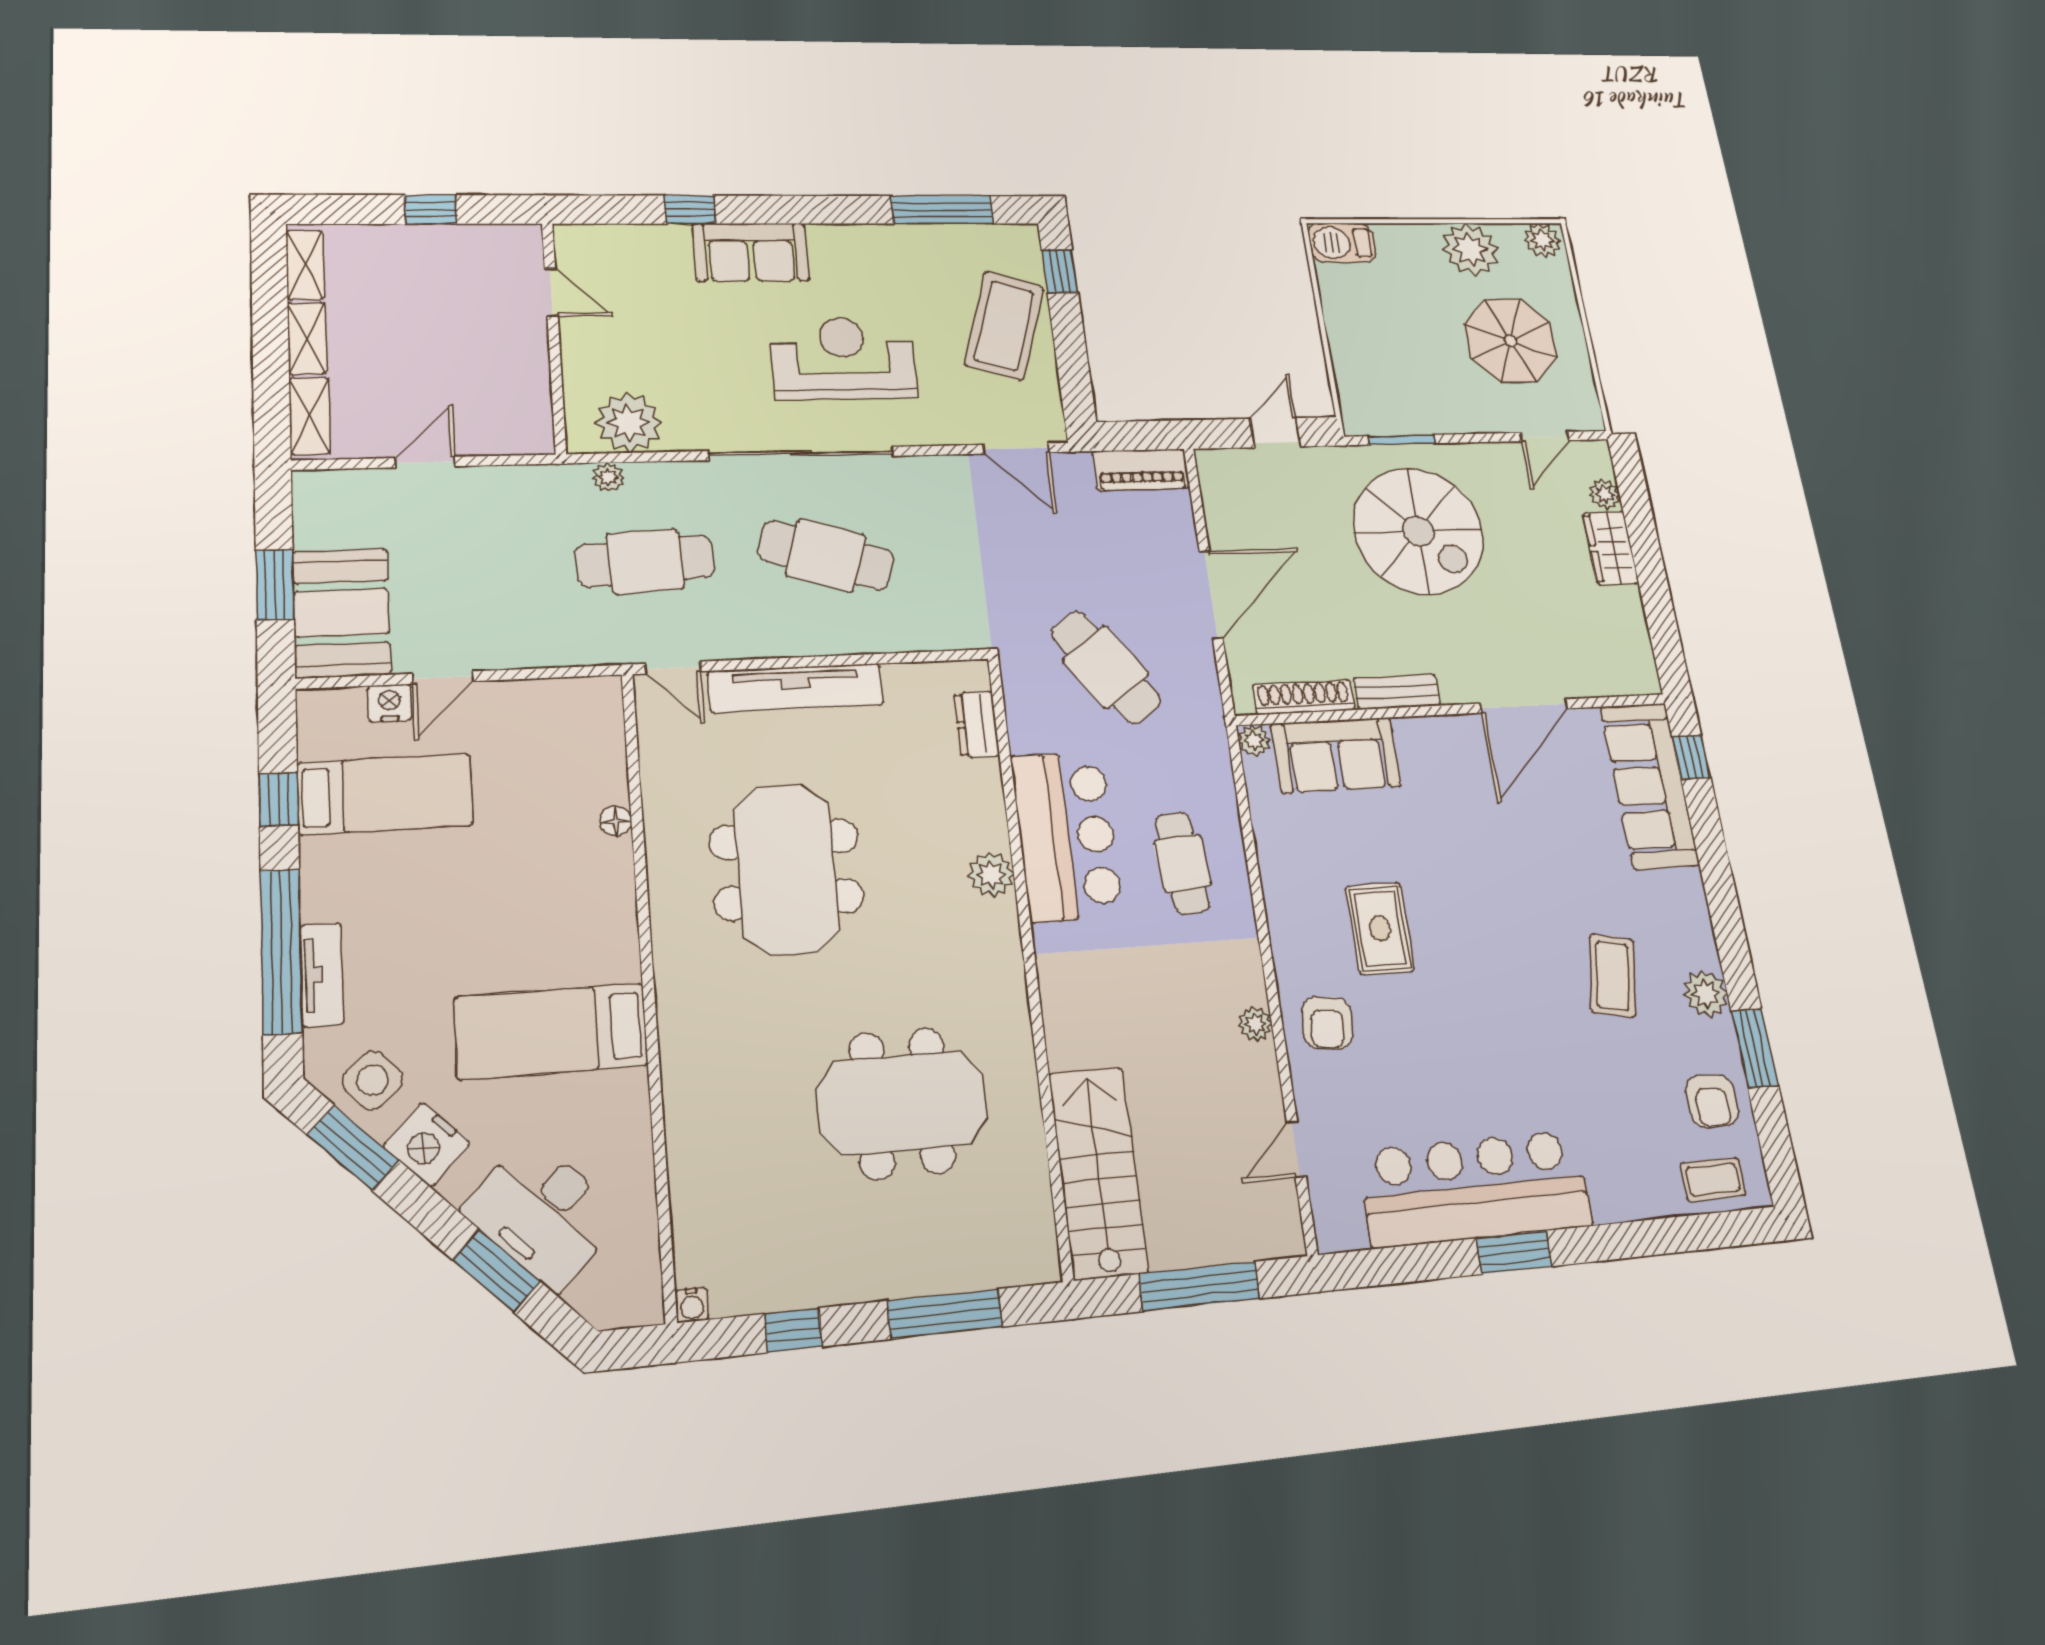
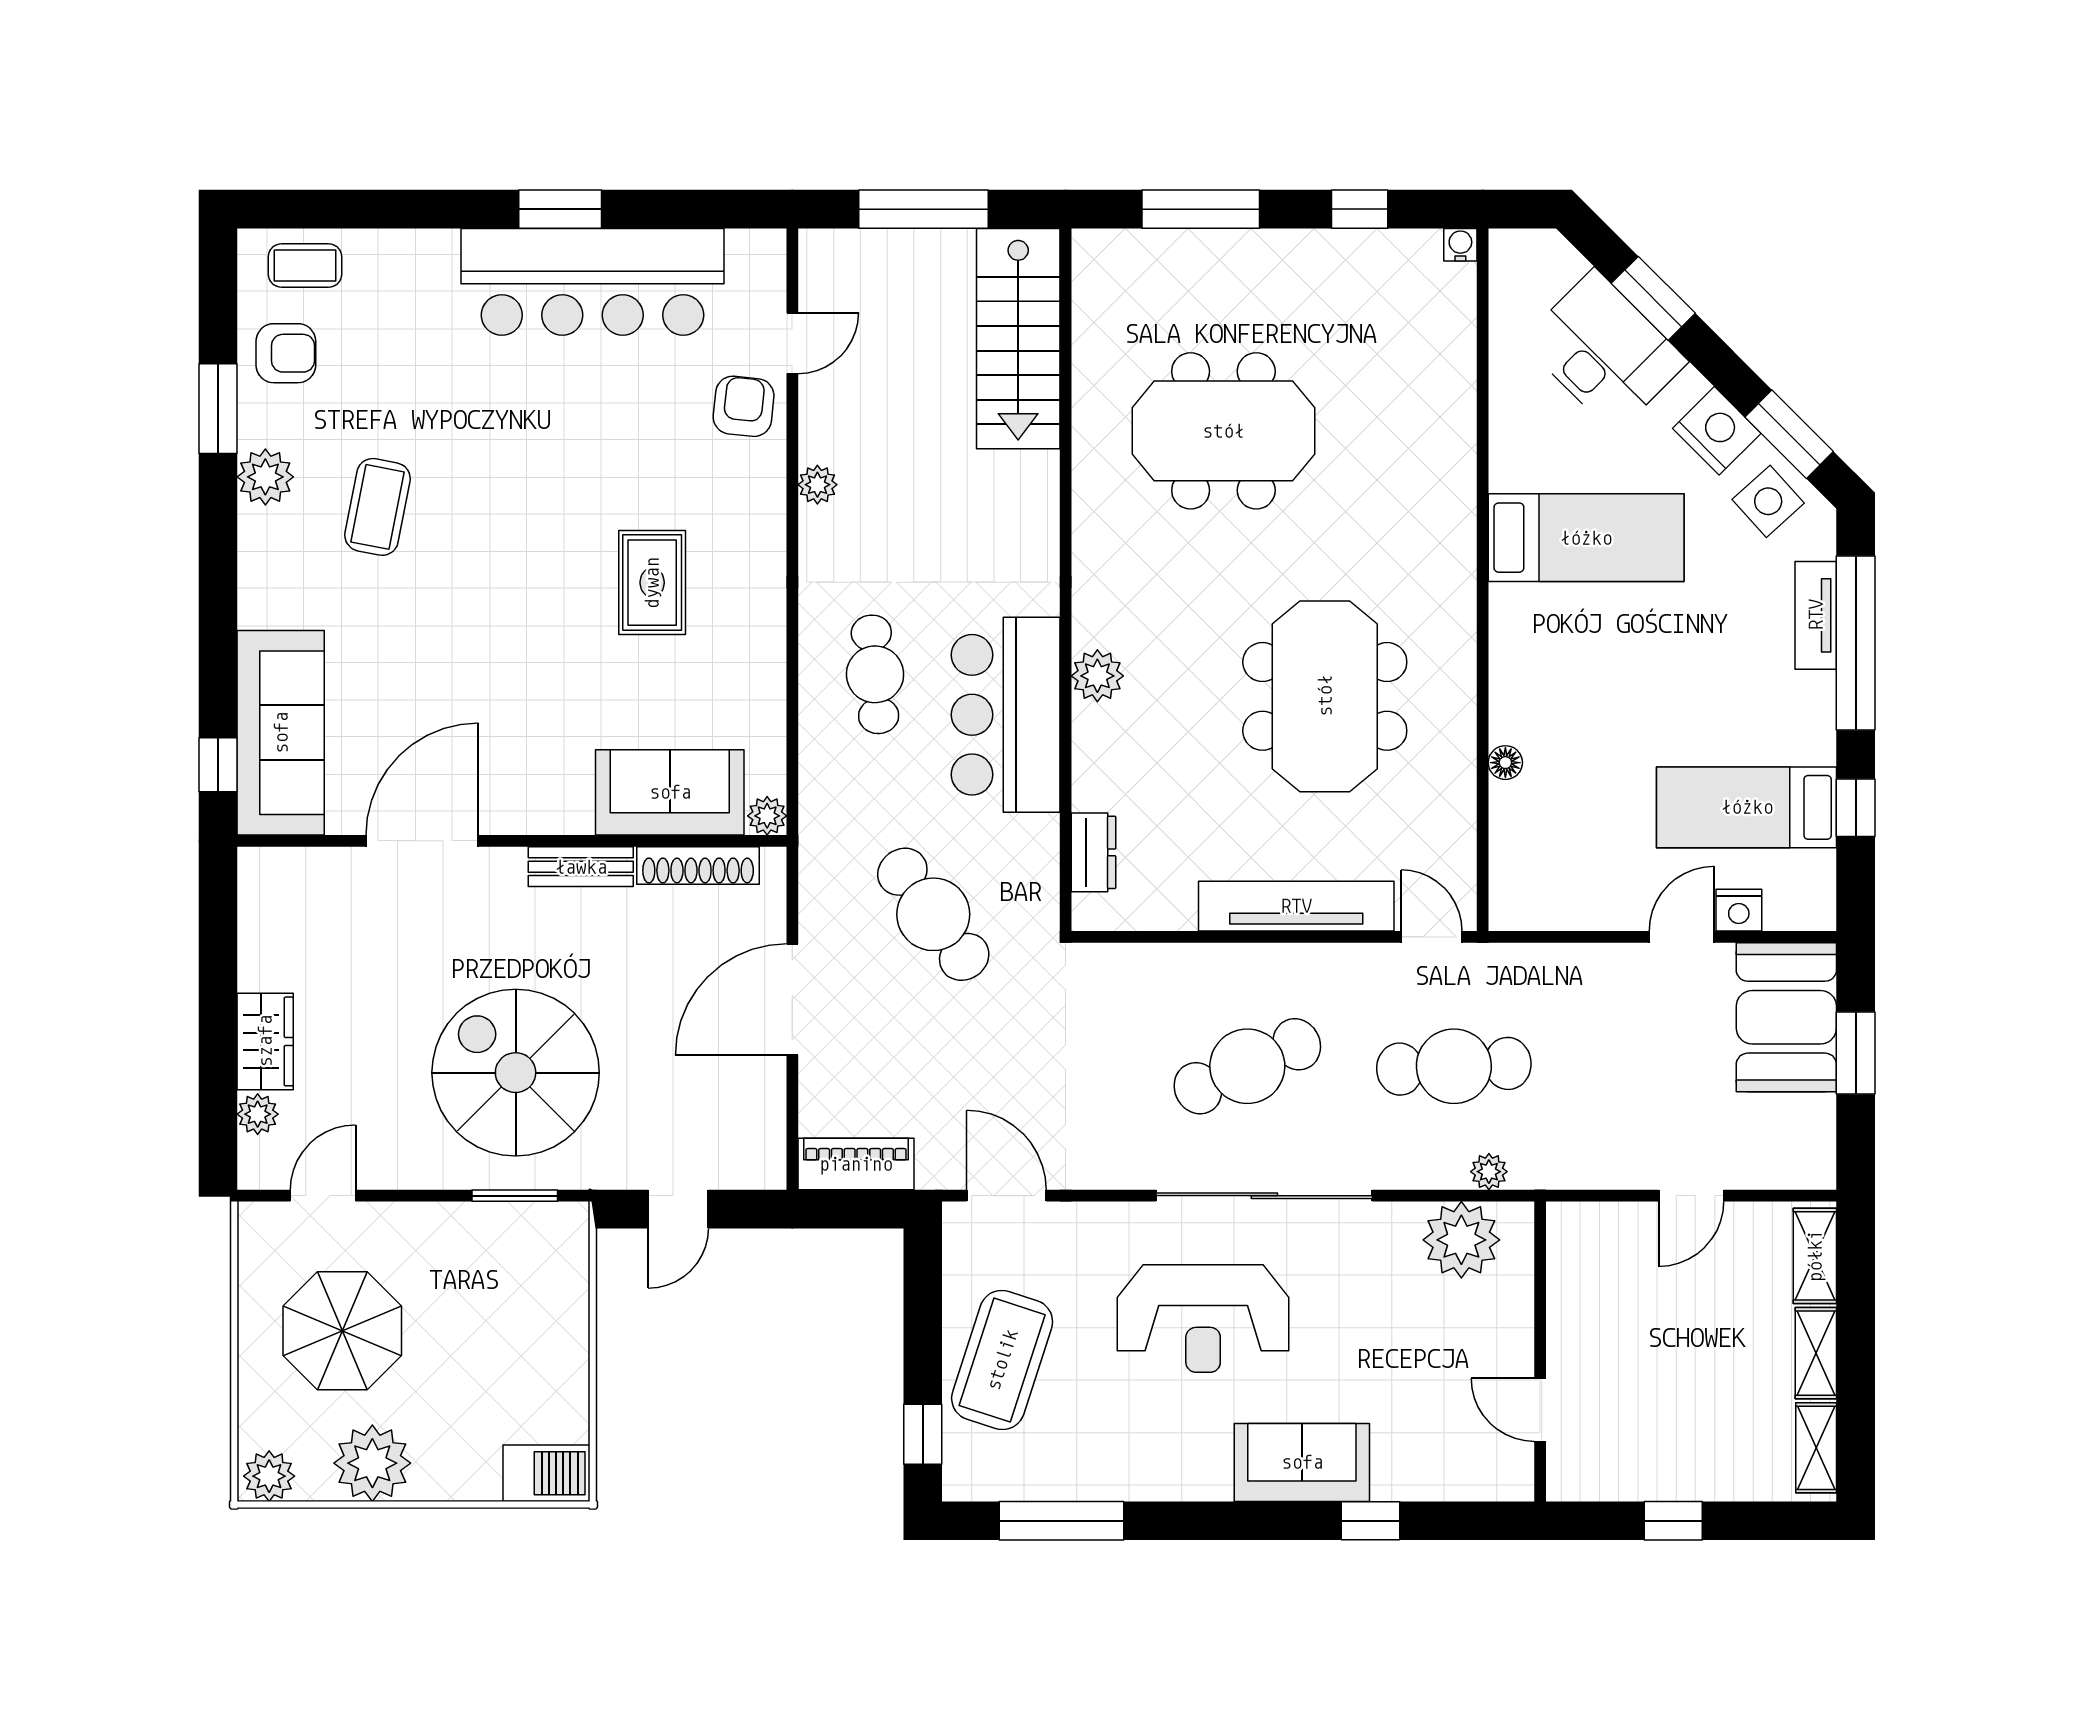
cafe table: (826, 555) -> (1247, 1066), turned -42
armchair: (1327, 1023) -> (744, 406), moved
armchair: (1712, 1101) -> (286, 353), turned 90

